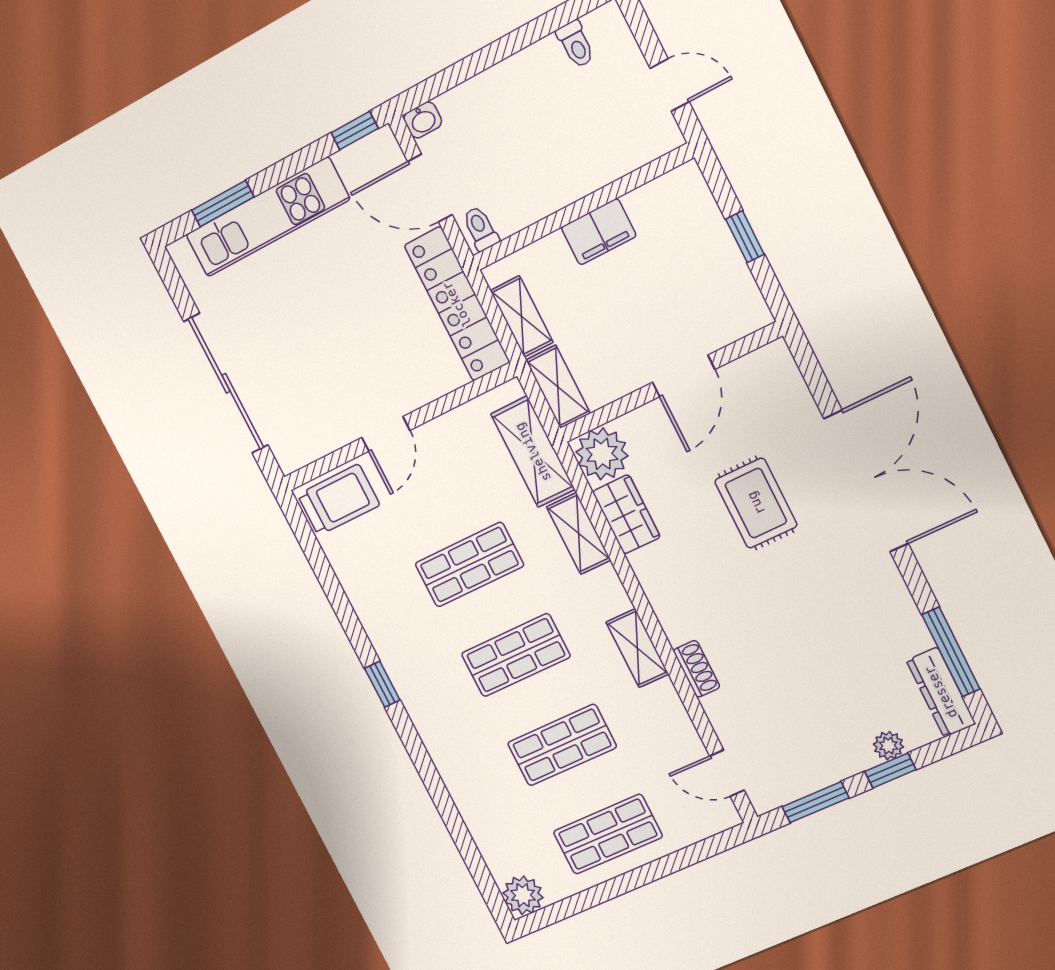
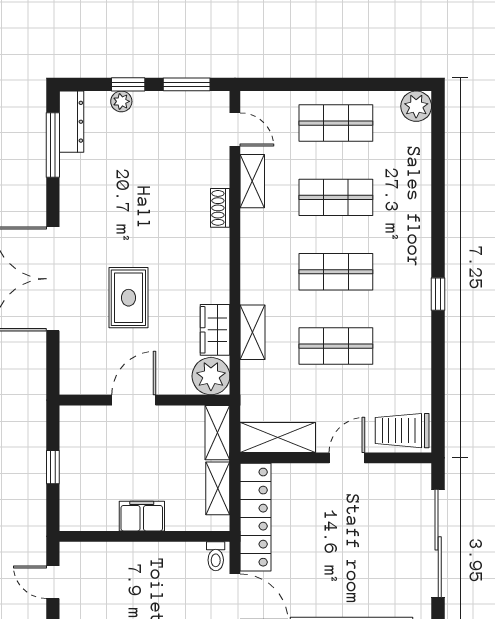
shelving: (533, 452) -> (278, 437), moved, turned 90
shelving: (637, 648) -> (252, 181), moved

